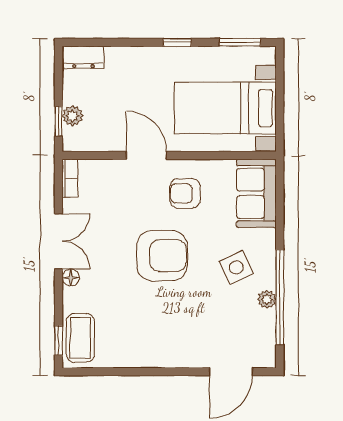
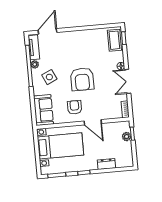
dresser: (83, 57) -> (106, 164), moved
armchair: (185, 193) -> (75, 107), turned -90
armchair: (162, 256) -> (82, 79), turned -90
tv unit: (265, 338) -> (34, 47), added

